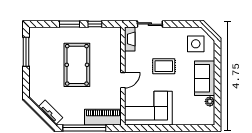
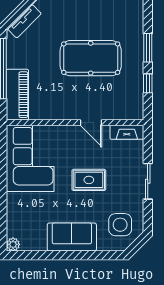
sliding door: (150, 24) -> (148, 181), moved
rug: (164, 66) -> (89, 180), turned 90
door: (123, 80) -> (91, 123), moved
plant: (210, 101) -> (13, 244), moved

